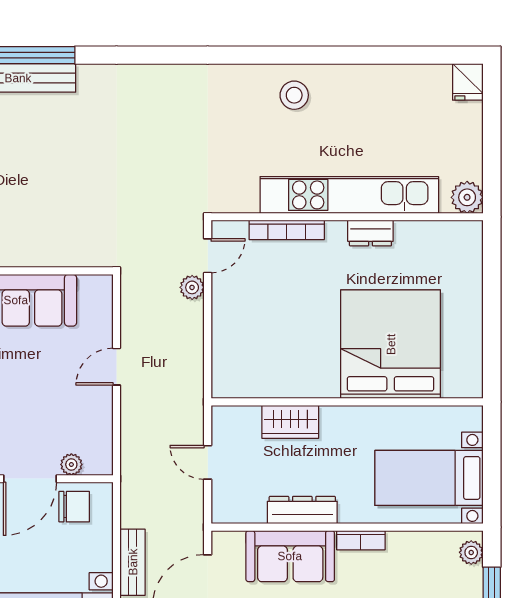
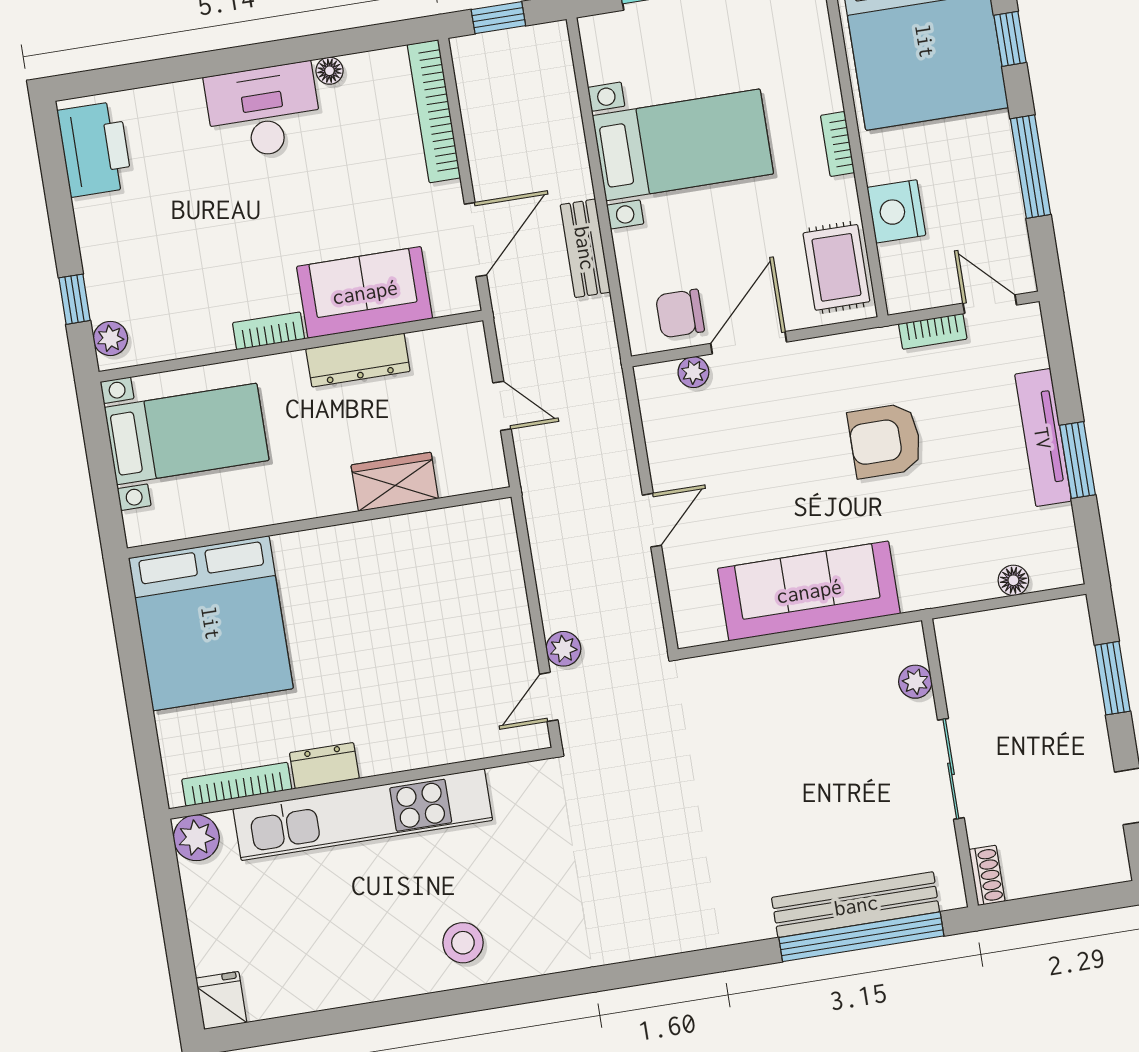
bookcase: (287, 230) -> (237, 784), moved
bed: (391, 344) -> (211, 623), moved

